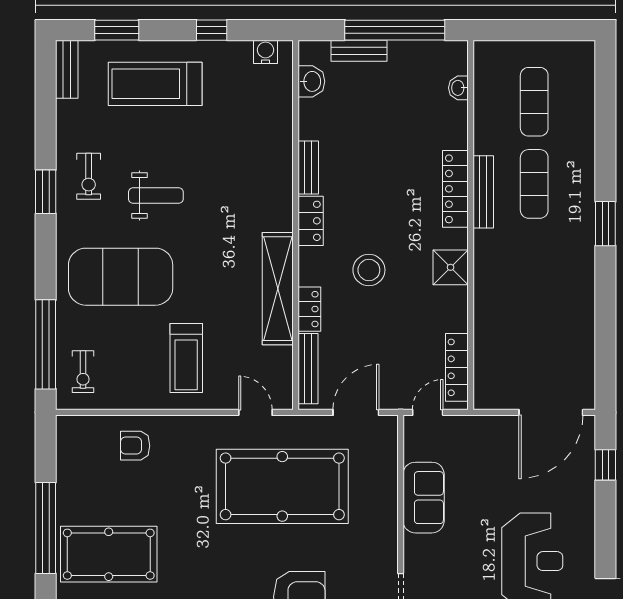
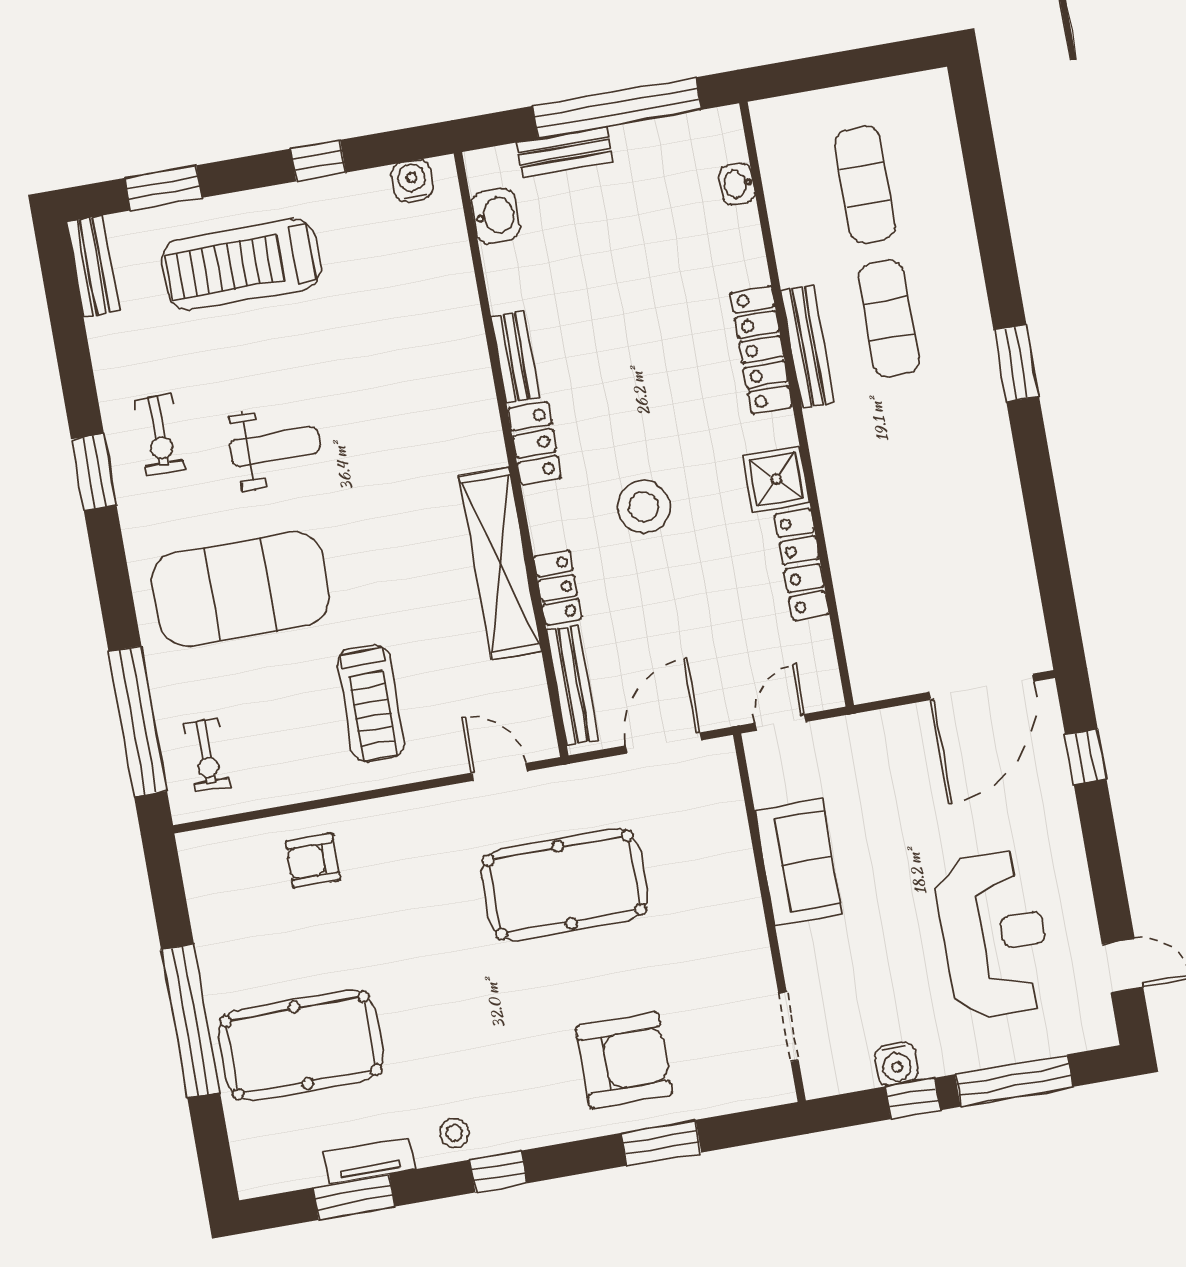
locker: (457, 367) -> (802, 564), moved
pool table: (282, 486) -> (565, 885), width x0.73, depth x0.76

